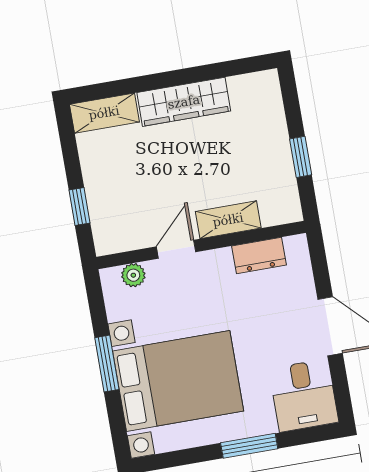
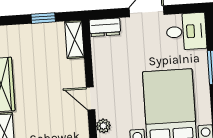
shelving: (228, 220) -> (74, 39), moved
dresser: (259, 256) -> (105, 27), moved, turned 90

